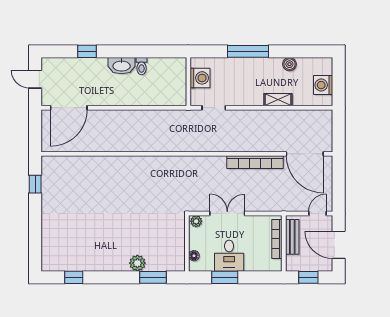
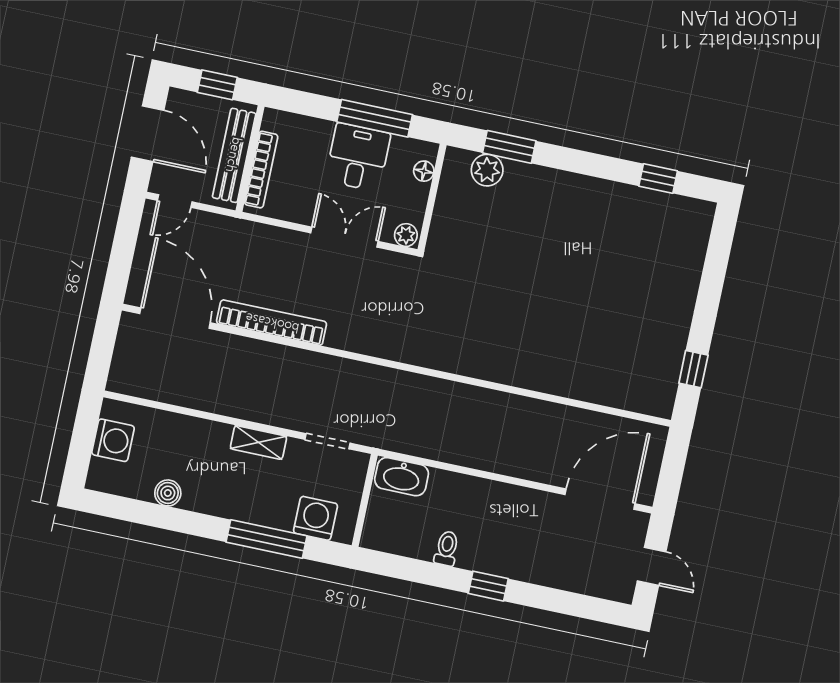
window: (87, 51) -> (488, 586), moved
window: (248, 51) -> (267, 539), moved
washbasin: (122, 66) -> (402, 477), moved, turned 180
washing machine: (200, 78) -> (316, 518), moved, turned 90
shelving: (278, 100) -> (258, 442), moved
double door: (227, 214) -> (344, 237), swing flipped
bench: (292, 237) -> (234, 155), width x1.36
plant: (137, 263) -> (487, 170), moved
window: (225, 277) -> (375, 118), width x1.44

